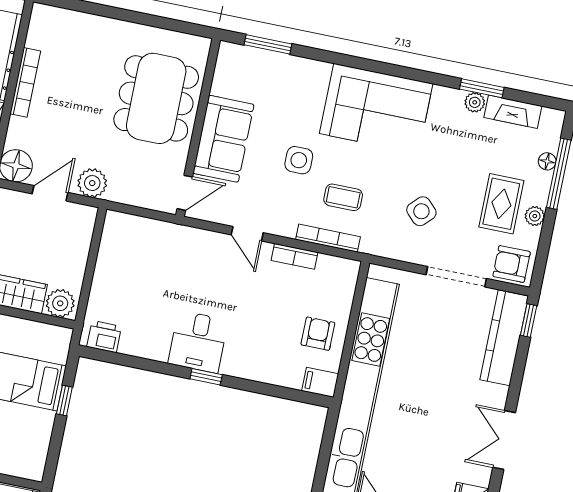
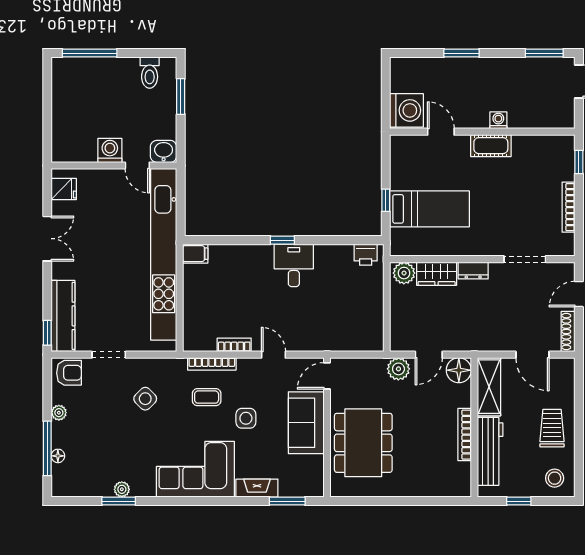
fireplace: (513, 112) -> (257, 488), moved
rug: (501, 204) -> (86, 417), removed
doorway: (456, 277) -> (109, 355), width x0.73
armchair: (318, 334) -> (205, 290), removed

